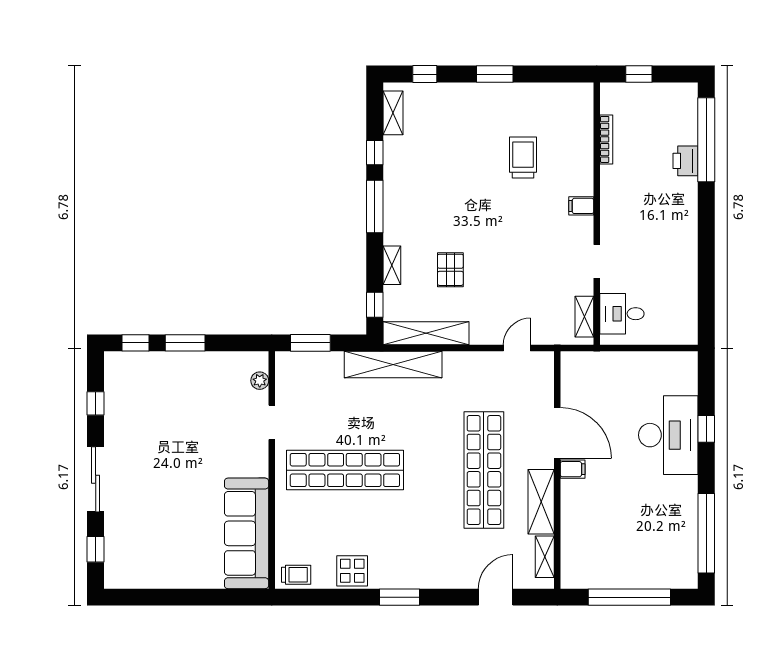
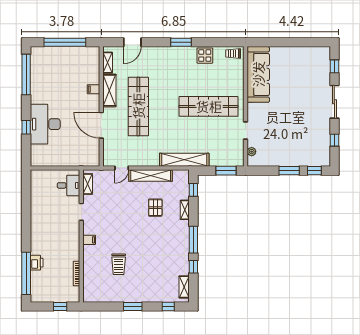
shelving: (426, 333) -> (151, 176), moved
filing cabinet: (573, 469) -> (94, 89), moved

